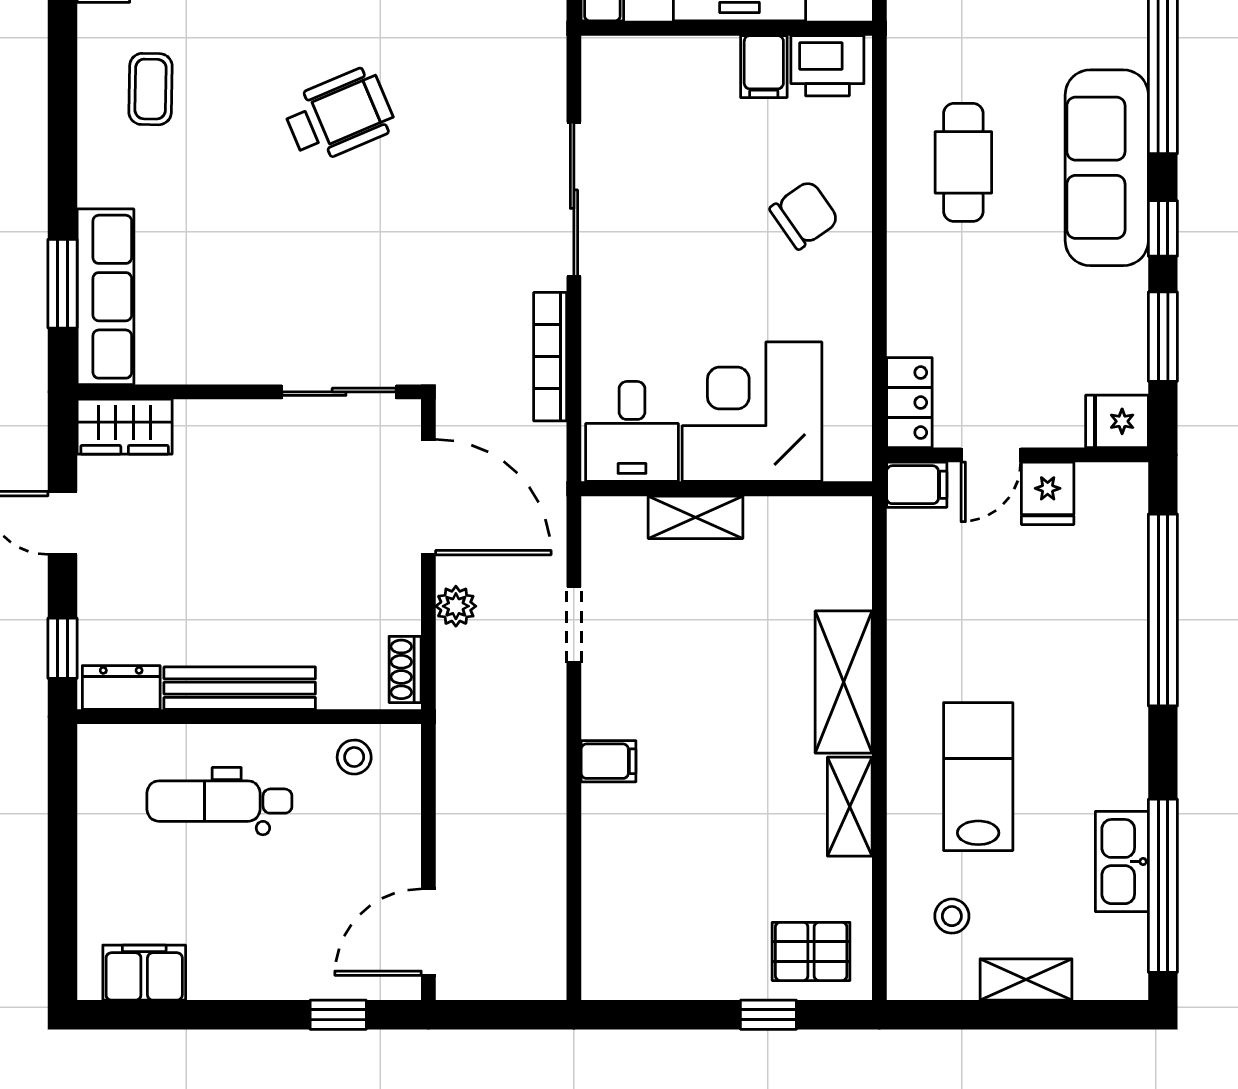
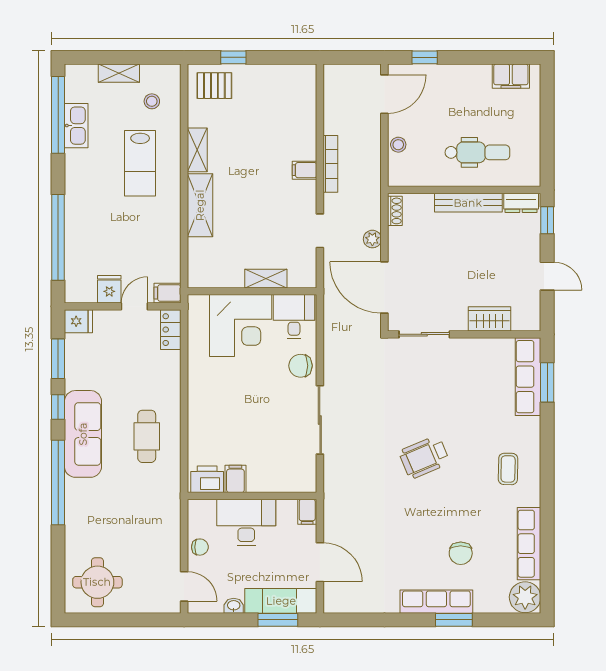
chair: (804, 215) -> (300, 366), moved, turned 35
bookcase: (550, 357) -> (330, 164), moved
wardrobe: (125, 427) -> (490, 319), moved
stool: (354, 757) -> (398, 145), moved

